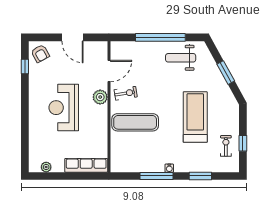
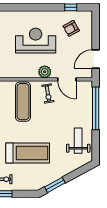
door: (72, 37) -> (96, 59), moved
window: (160, 37) -> (96, 108), moved
armchair: (40, 53) -> (71, 28), moved
window: (226, 73) -> (55, 185), moved

